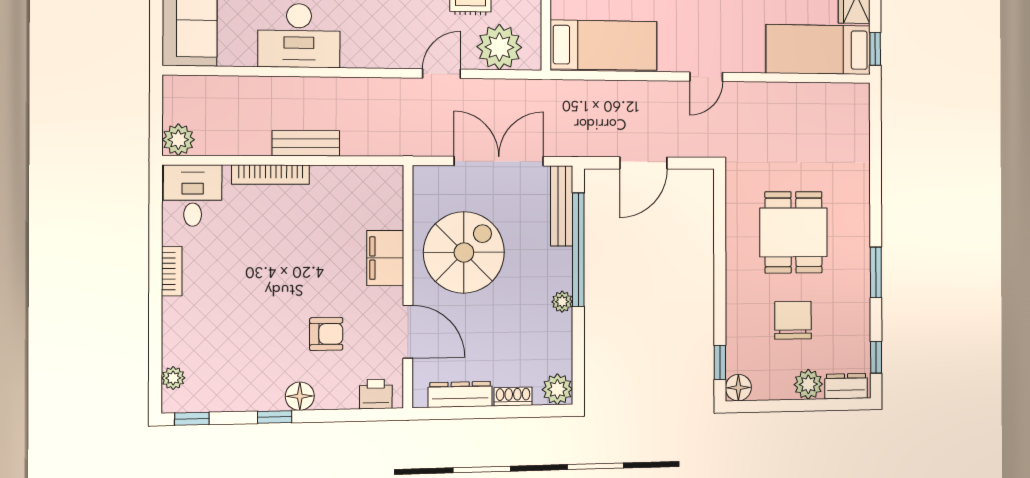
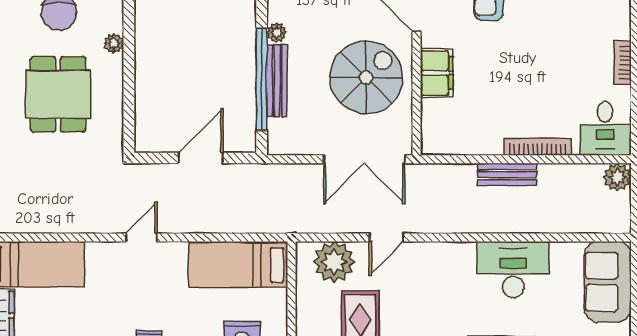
double door: (499, 161) -> (364, 159), moved
bench: (562, 206) -> (277, 81), moved
spiral stairs: (464, 252) -> (366, 77), turned 180
plant: (736, 288) -> (114, 43), added

